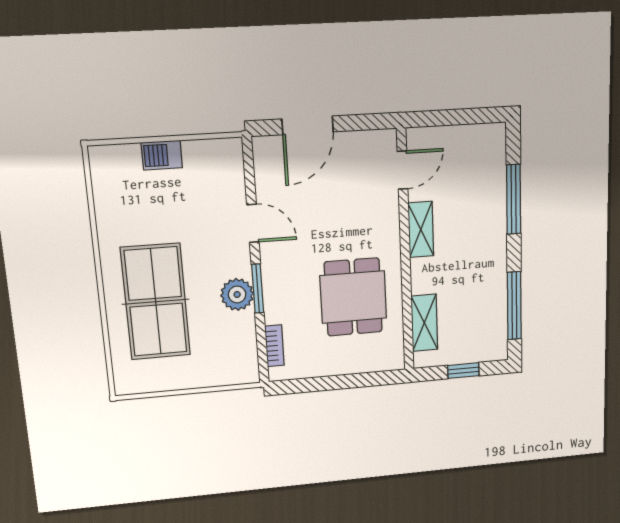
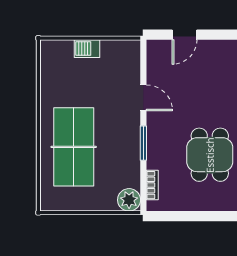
door: (308, 125) -> (184, 35), width x0.73
plant: (237, 294) -> (129, 200), moved

